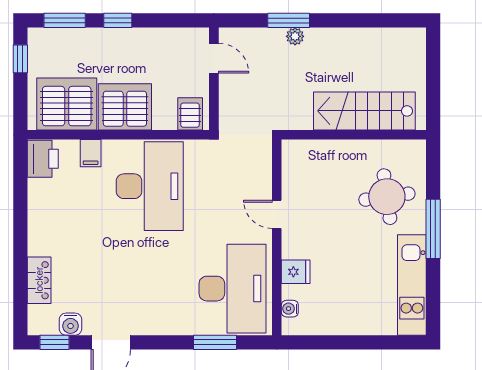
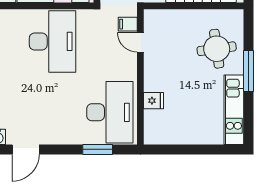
filing cabinet: (91, 153) -> (128, 24), moved, turned 90
door: (277, 214) -> (140, 42), moved
water cooler: (290, 309) -> (149, 126), removed

